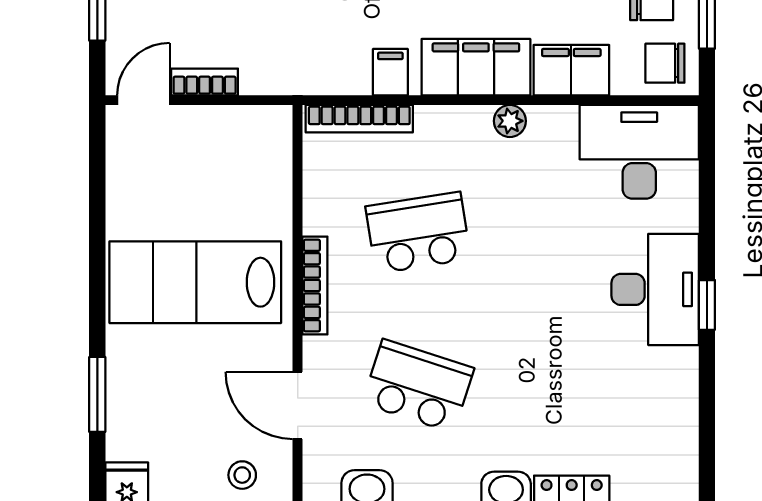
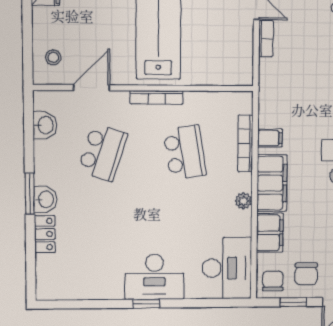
bookcase: (359, 119) -> (245, 143), moved

